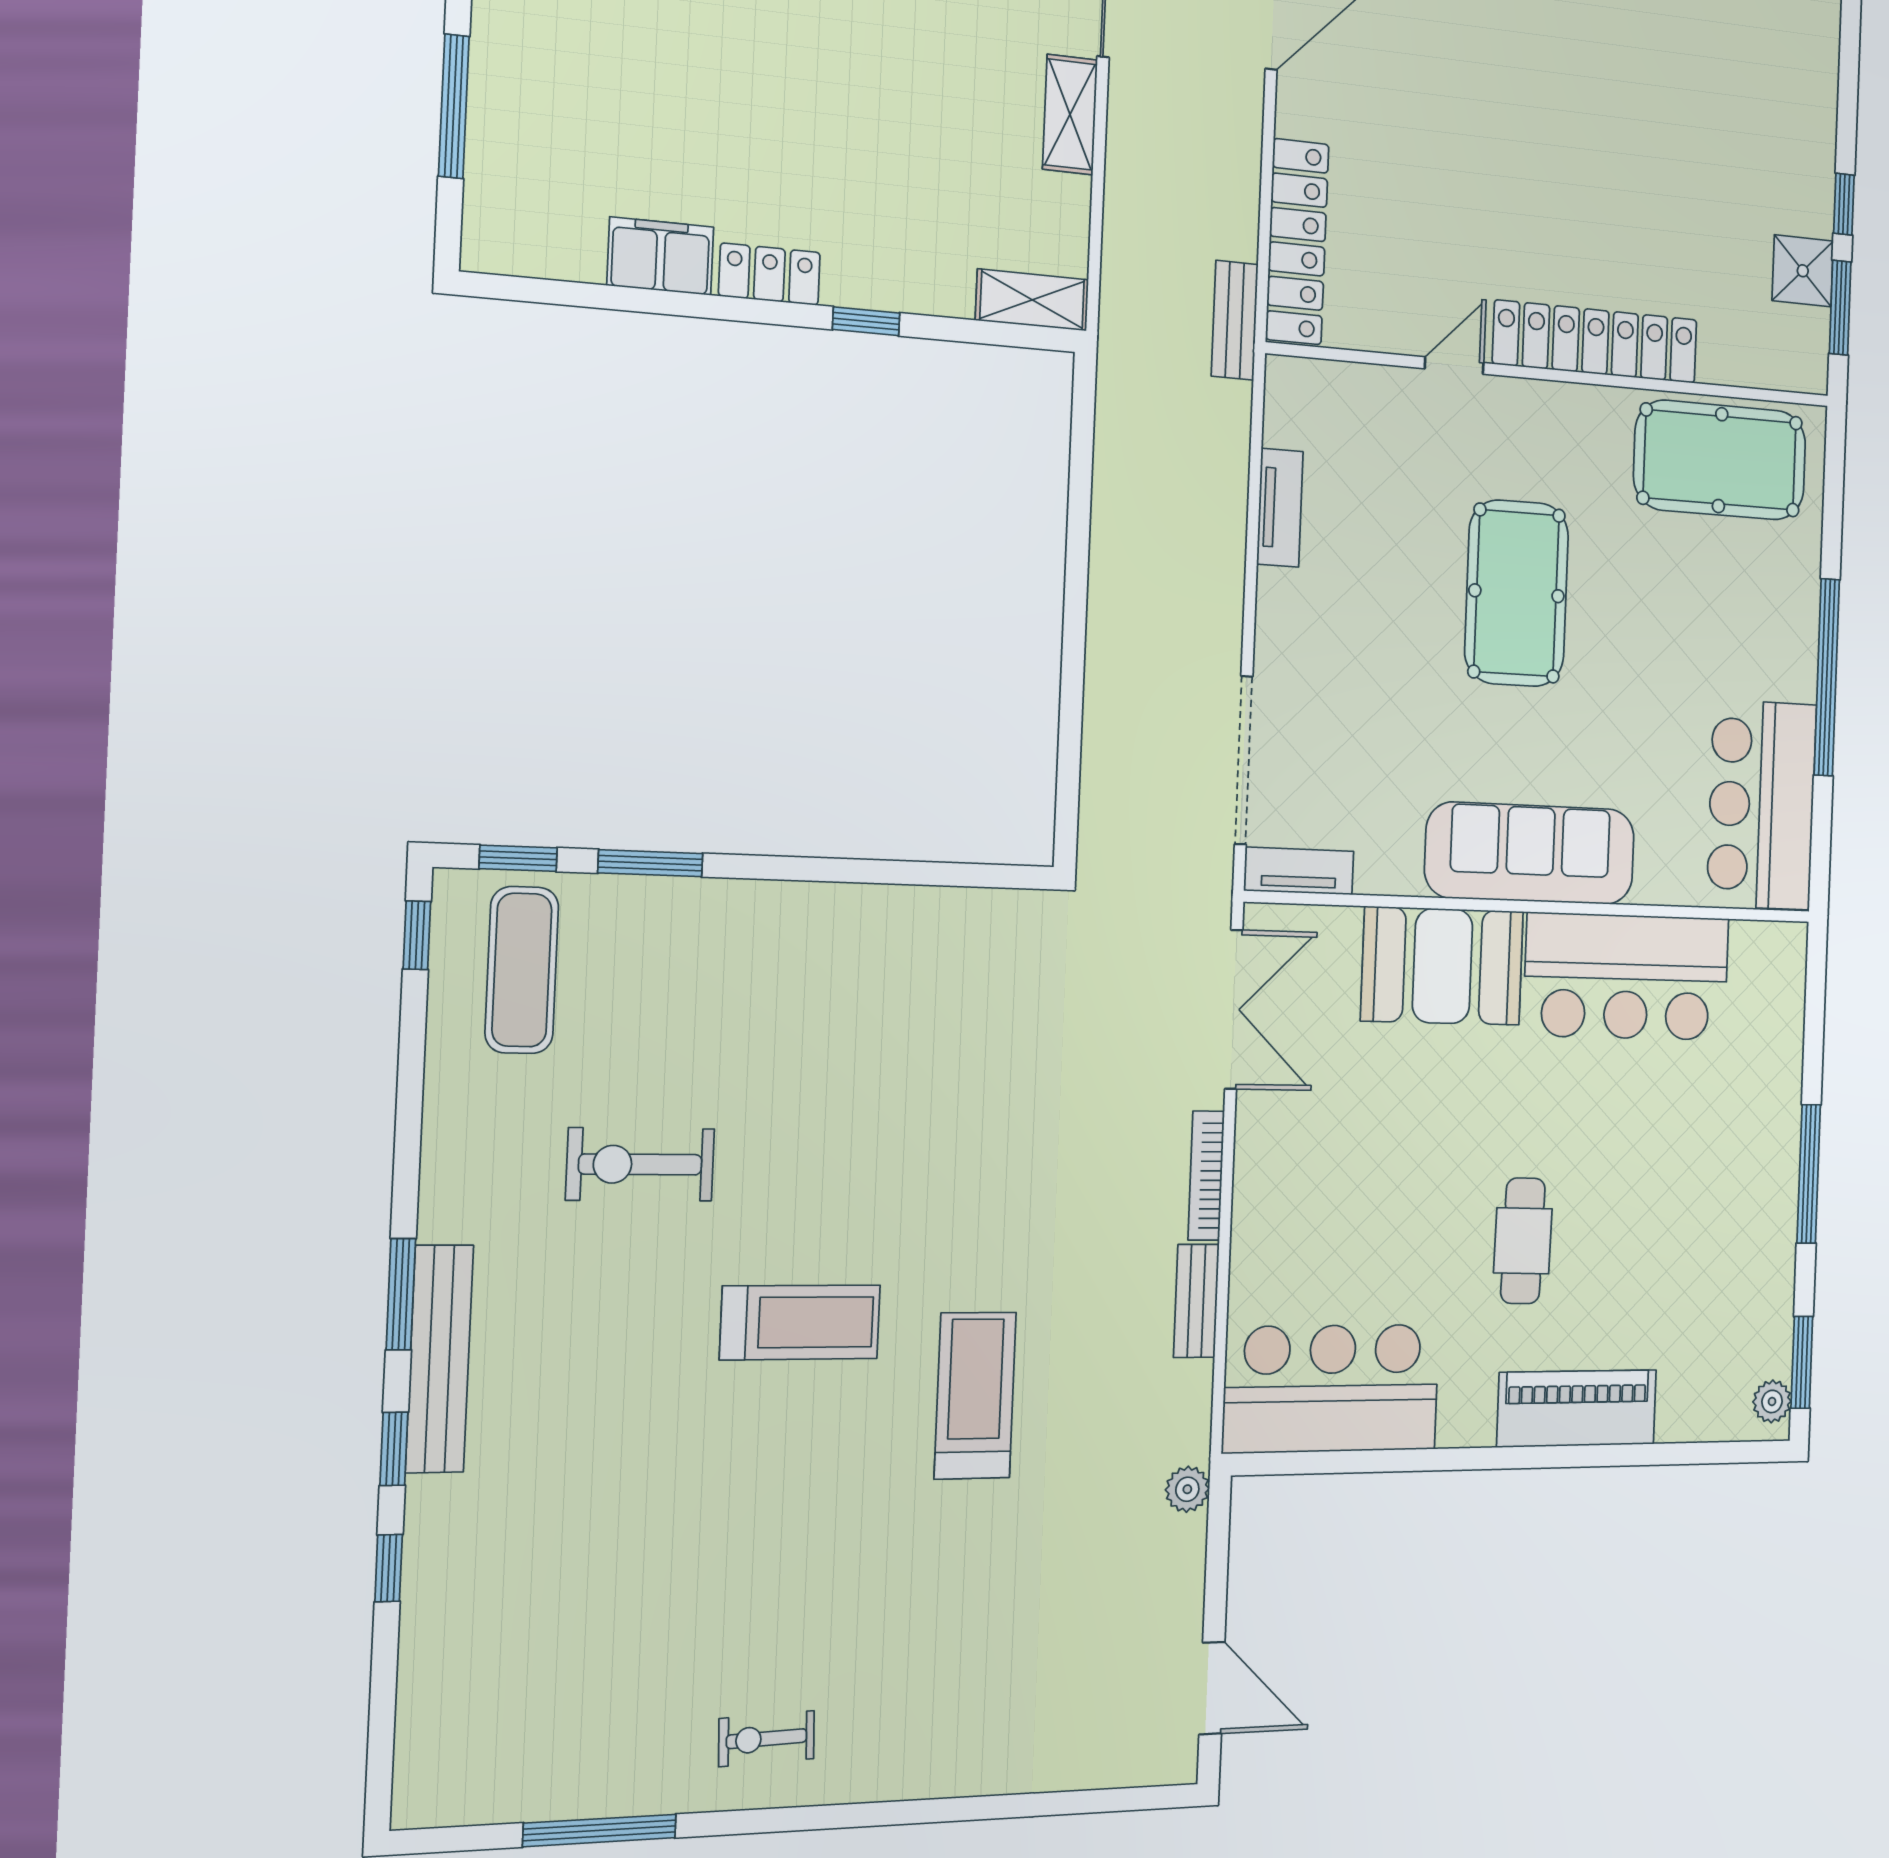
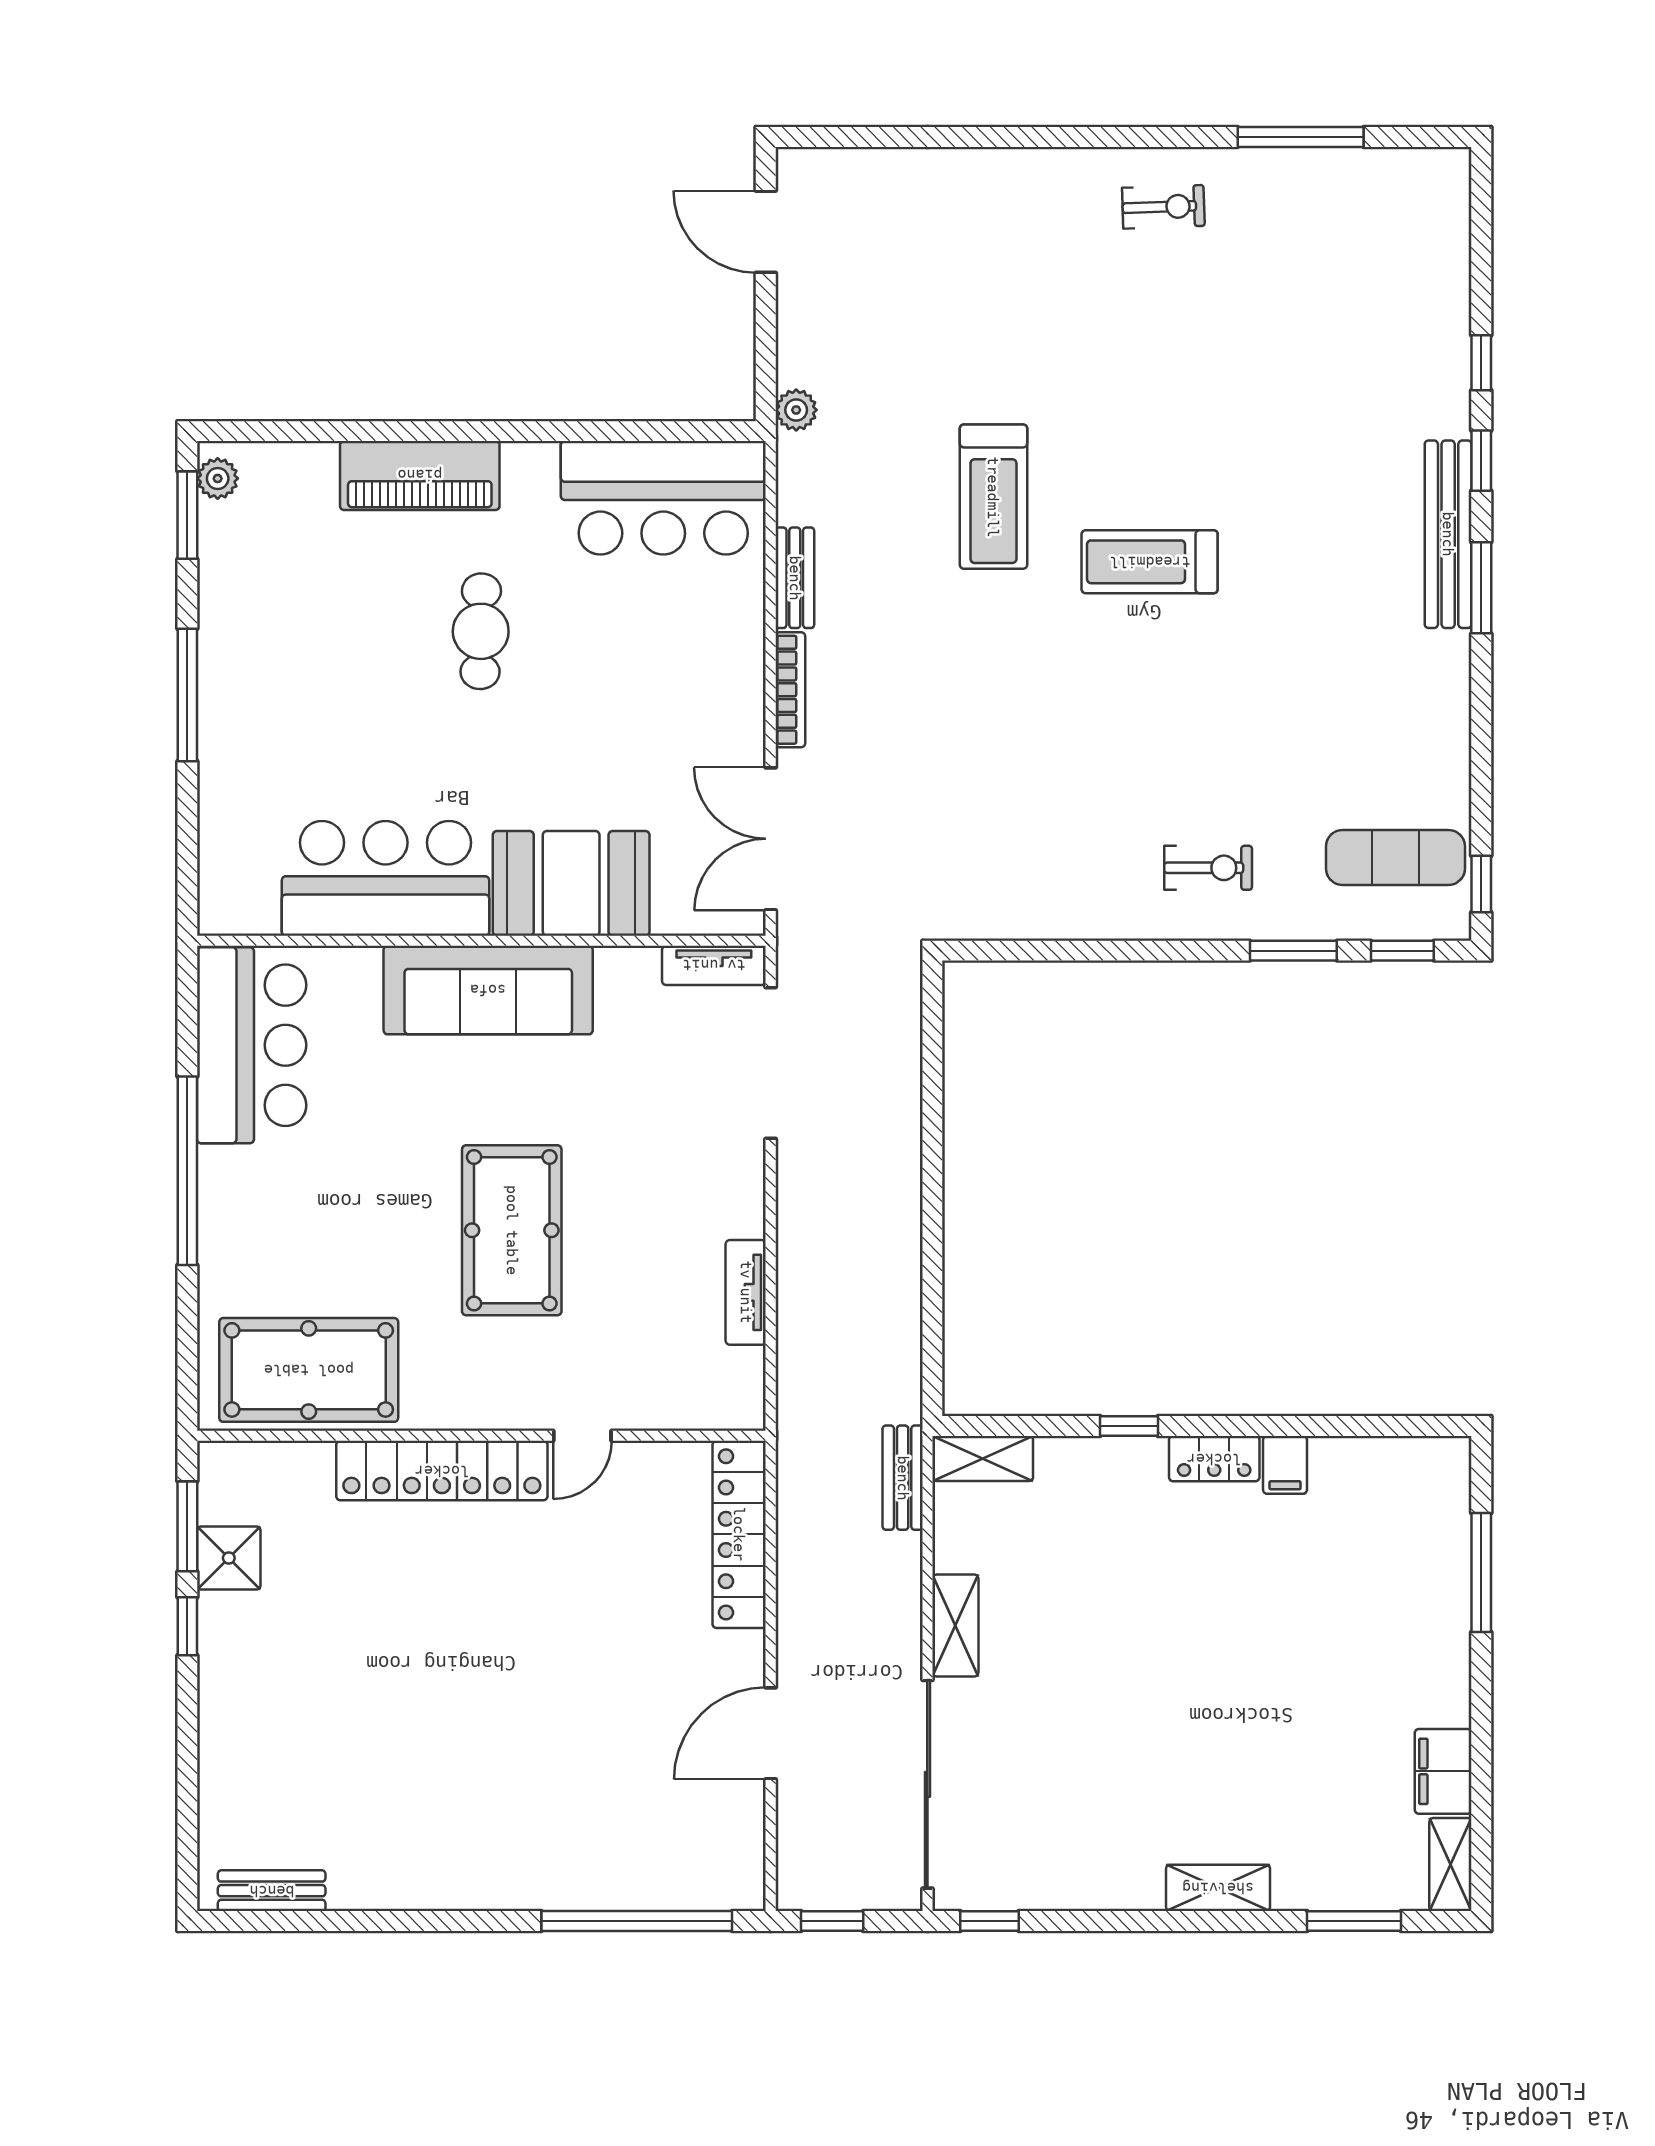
filing cabinet: (660, 256) -> (1285, 1465), width x0.50
bench: (1235, 320) -> (903, 1478), moved
exercise mat: (522, 970) -> (1395, 857), turned 90
exercise bike: (640, 1164) -> (1208, 868), moved, width x0.73, depth x0.72

